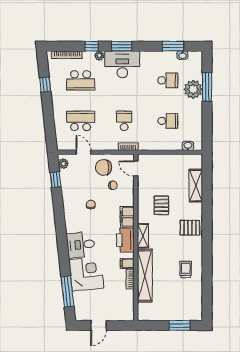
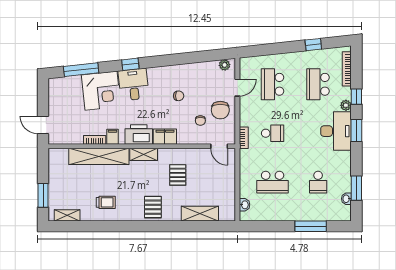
plant: (193, 89) -> (308, 211), removed
school desk: (81, 121) -> (273, 84), turned 180
school desk: (168, 121) -> (273, 182), width x1.85
chair: (104, 167) -> (220, 110), turned 180
door: (136, 168) -> (219, 146), swing flipped
window: (55, 180) -> (130, 64), moved
pallet: (161, 205) -> (178, 175), turned 90
shelving: (197, 304) -> (67, 215), added
door: (98, 325) -> (43, 125), moved

